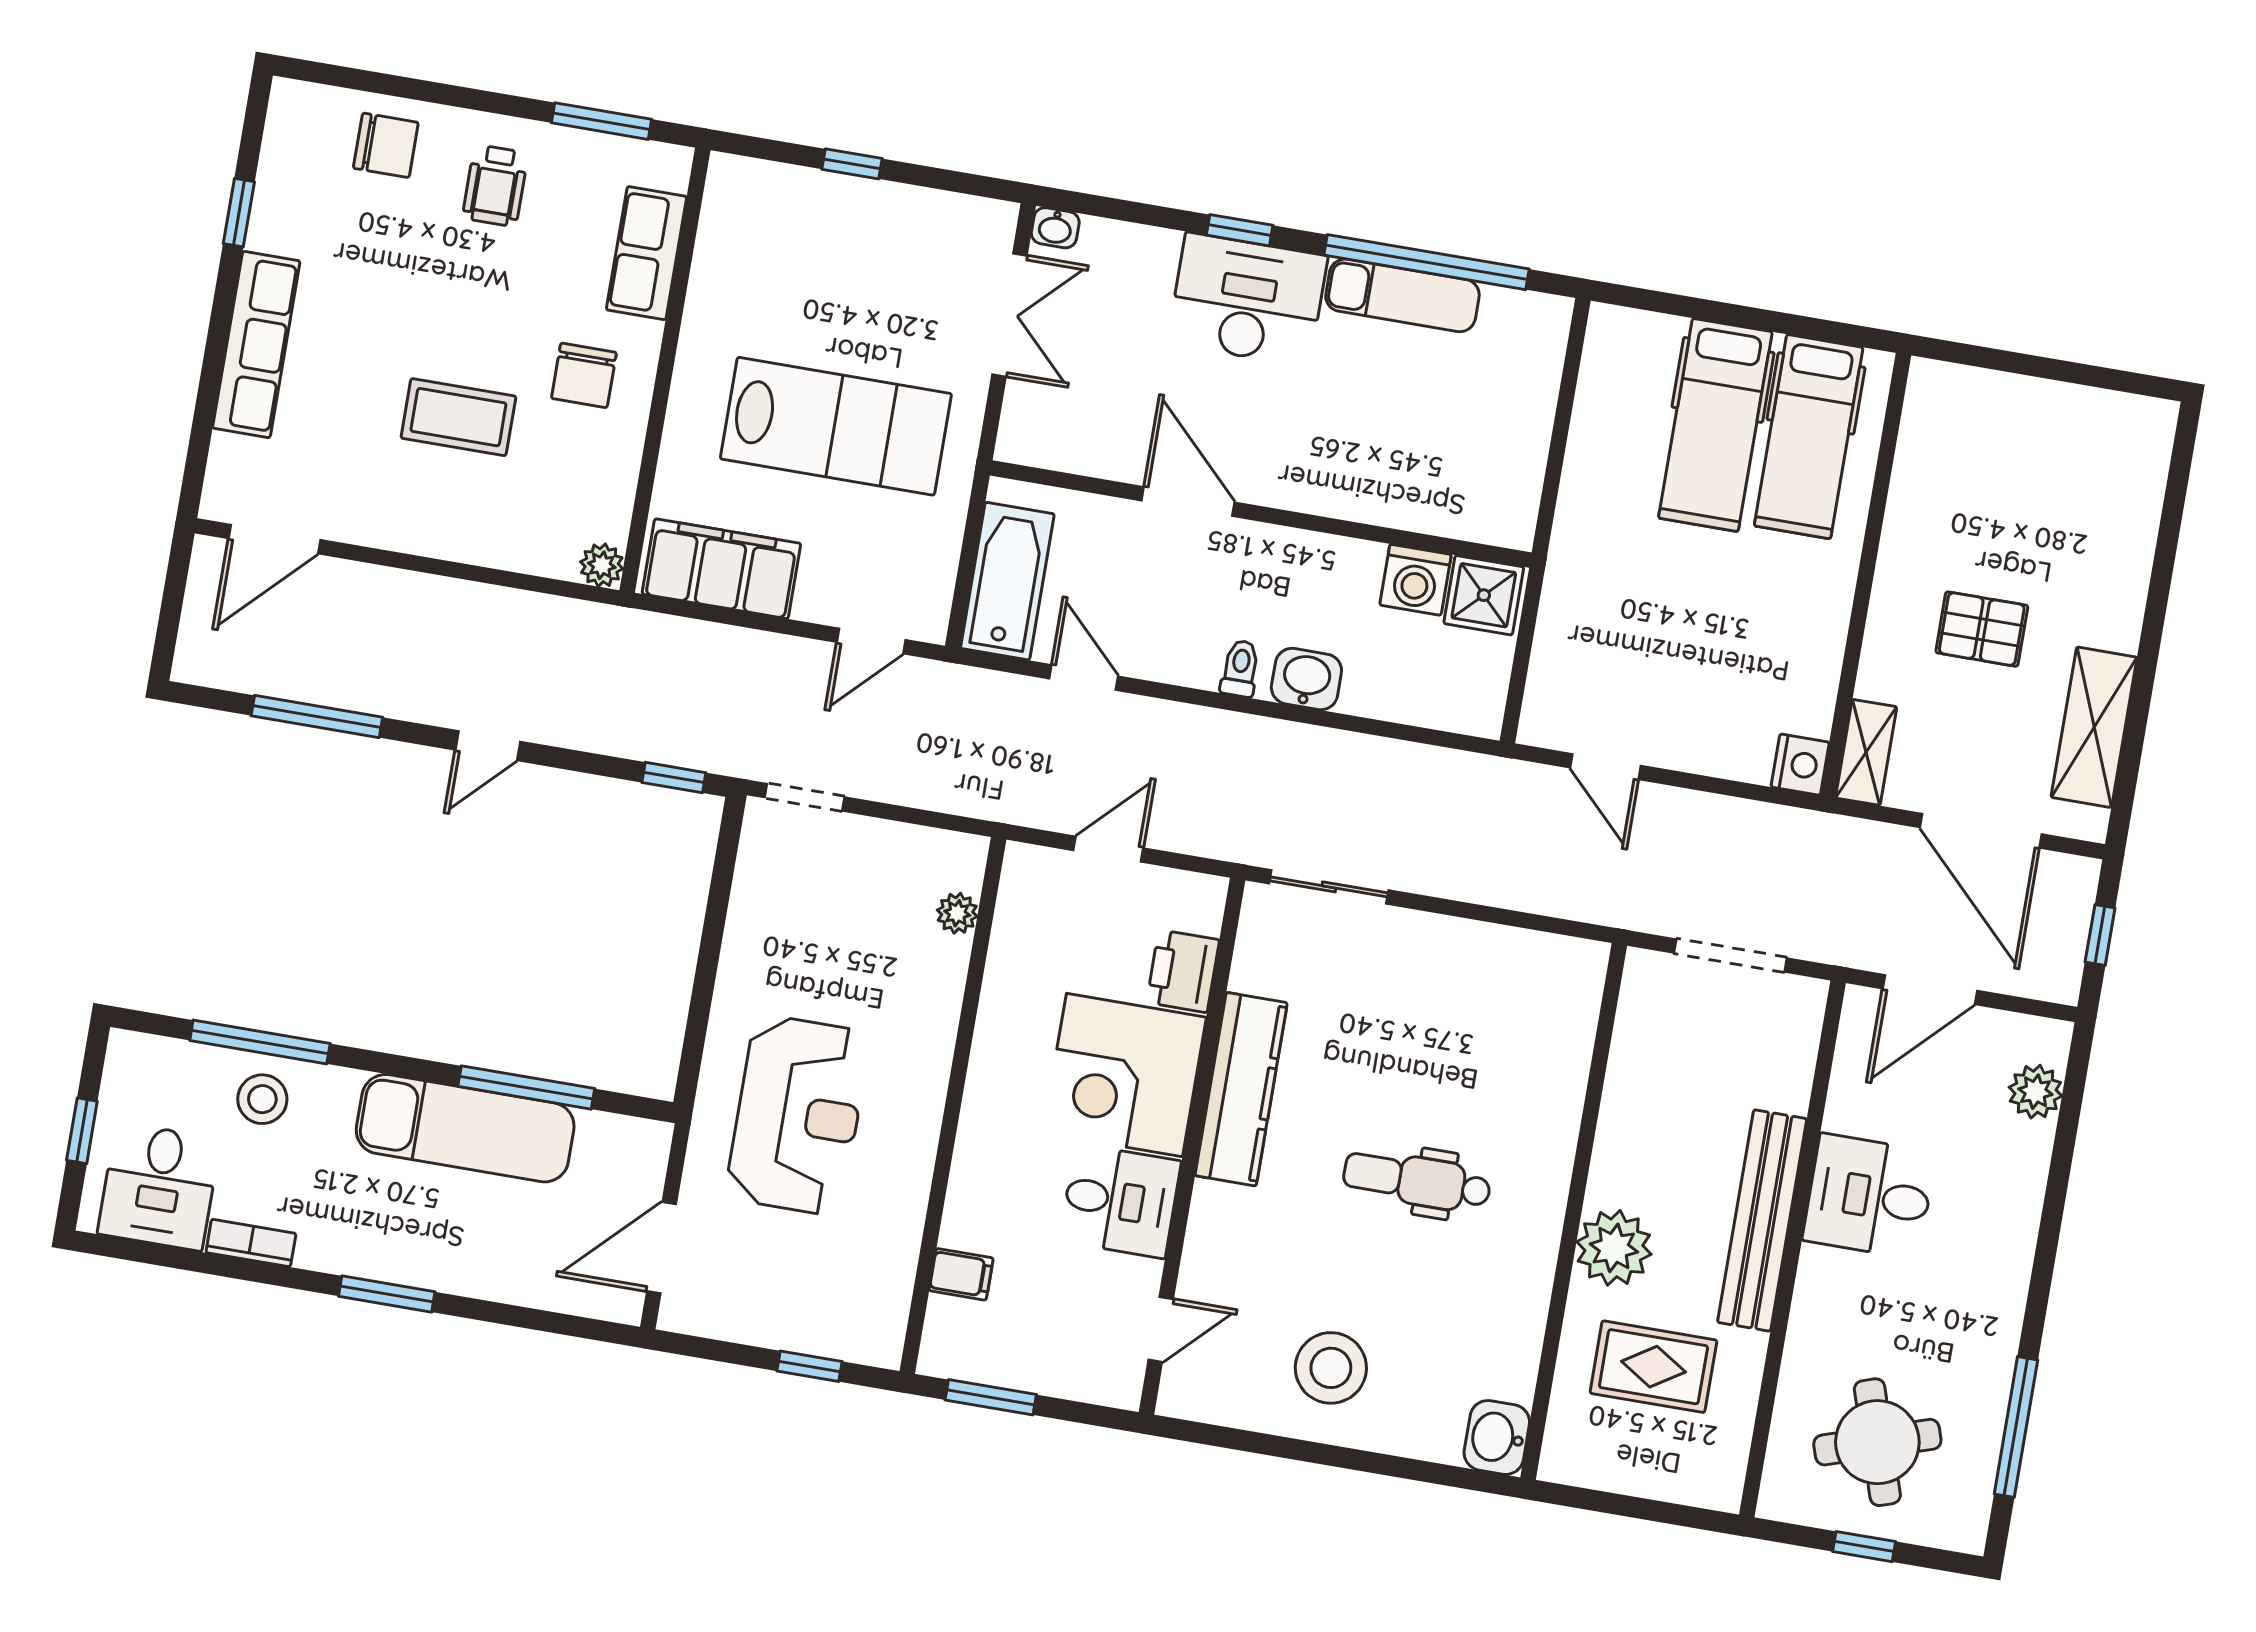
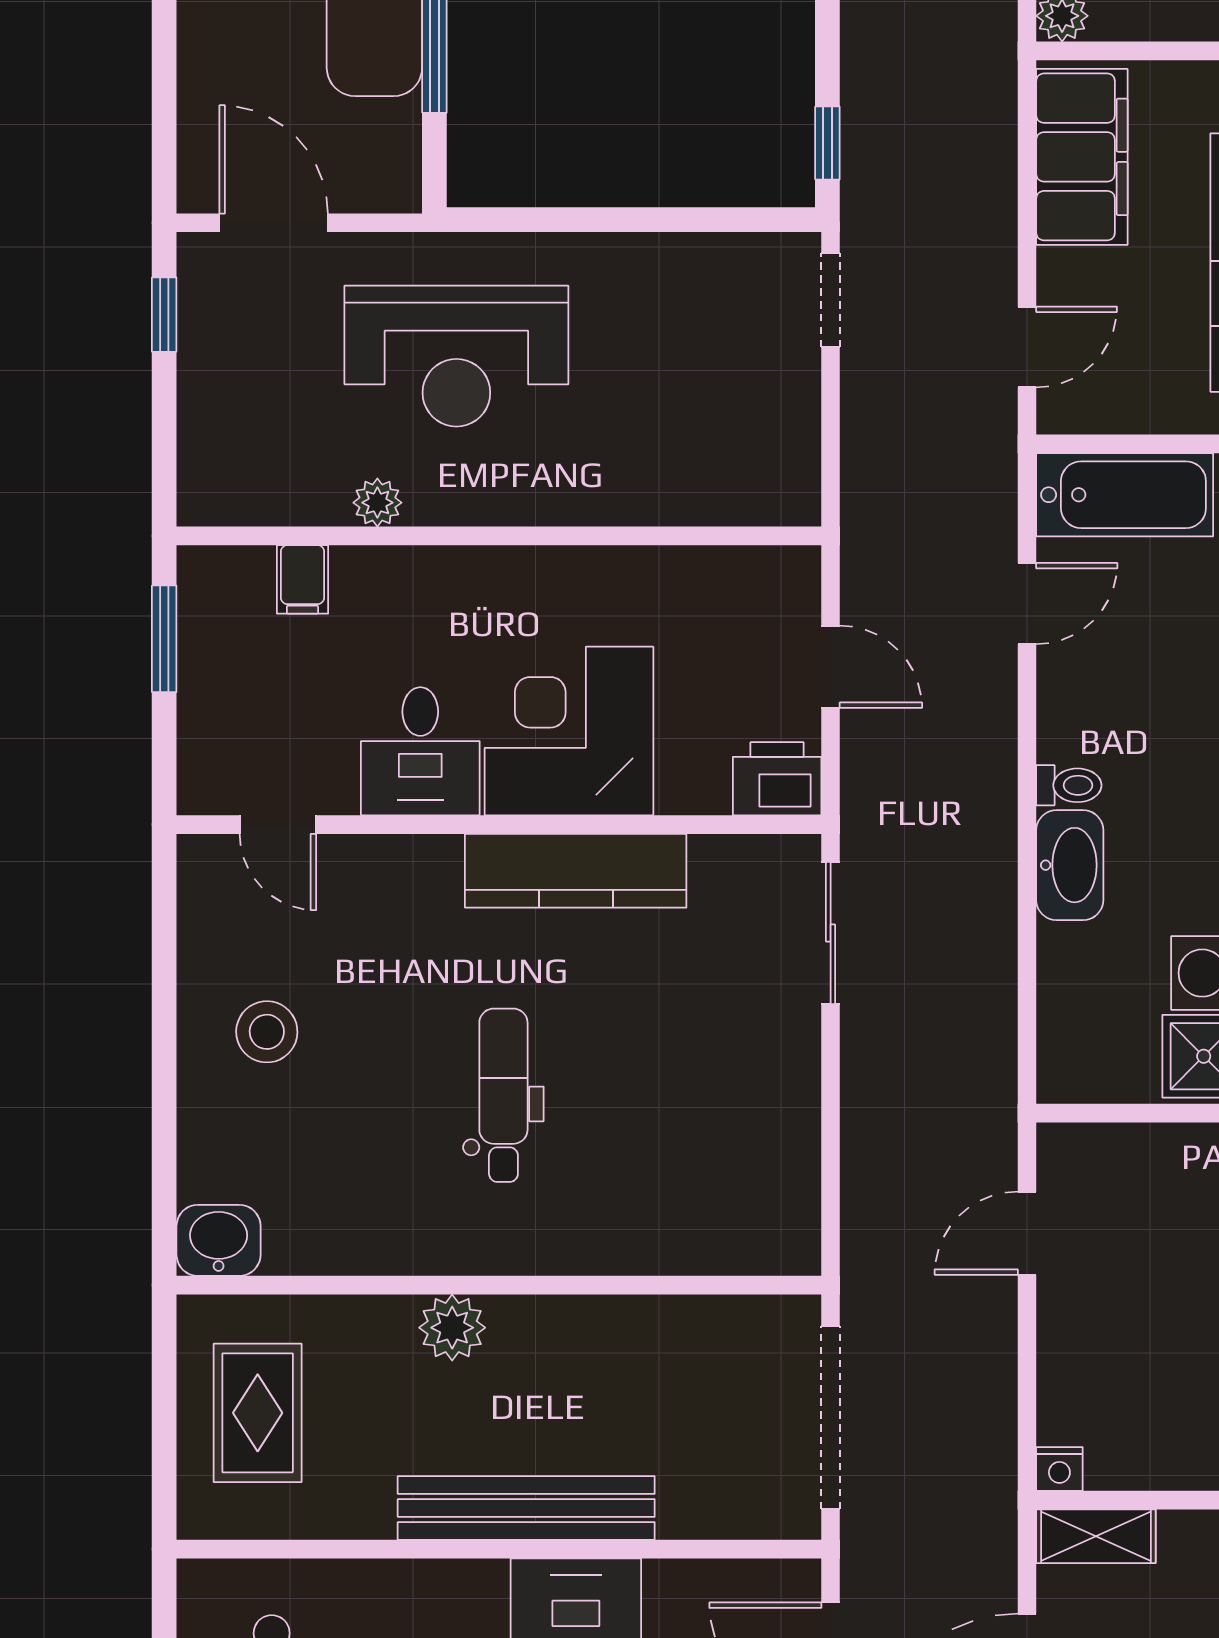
door: (871, 641) -> (1027, 347), swing flipped
washbasin: (1306, 679) -> (1070, 865), width x1.38
nightstand: (1800, 765) -> (1059, 1469), width x0.72, depth x0.74
plant: (957, 913) -> (377, 503), moved
doorway: (1730, 956) -> (831, 1418), width x1.36
printer: (1183, 971) -> (777, 779), moved
plant: (1614, 1248) -> (452, 1328), width x0.73, depth x0.73
window: (810, 1366) -> (164, 315), moved
rug: (1653, 1367) -> (258, 1413), moved
stool: (1331, 1368) -> (267, 1032), width x0.73, depth x0.73

